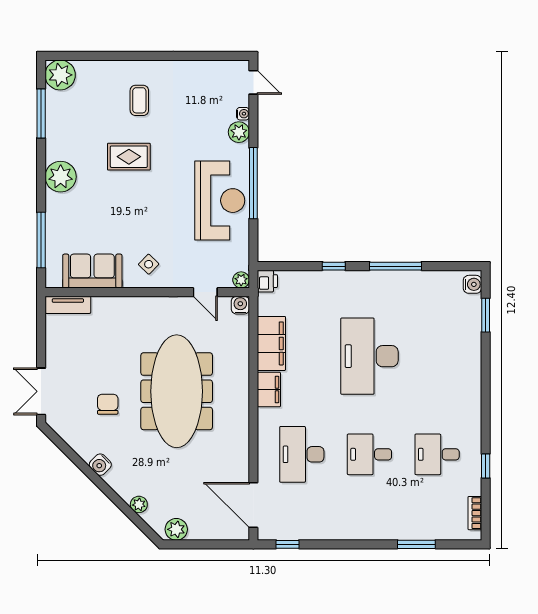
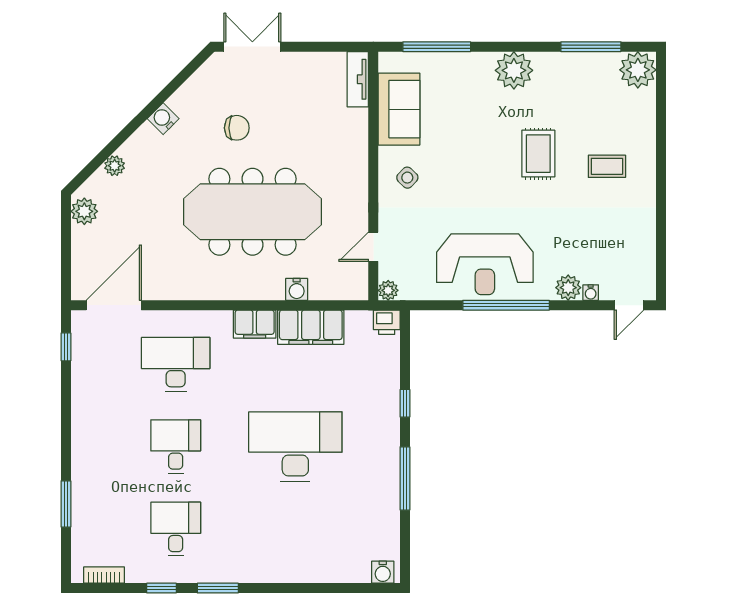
water cooler: (240, 305) -> (297, 289), moved, turned 90
window: (486, 315) -> (218, 588), moved

